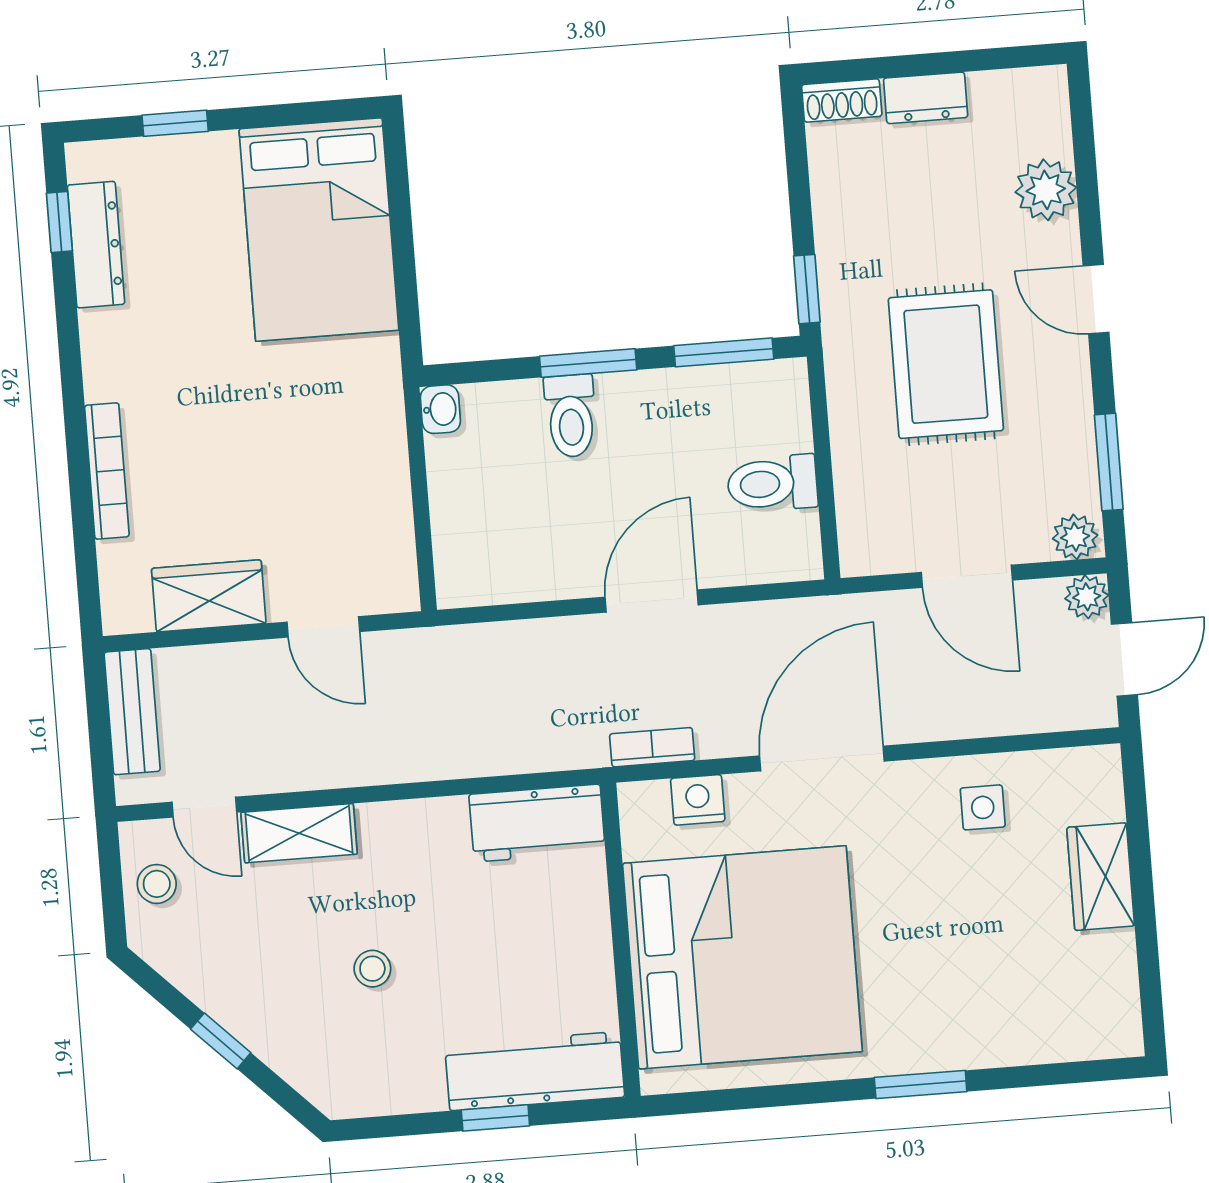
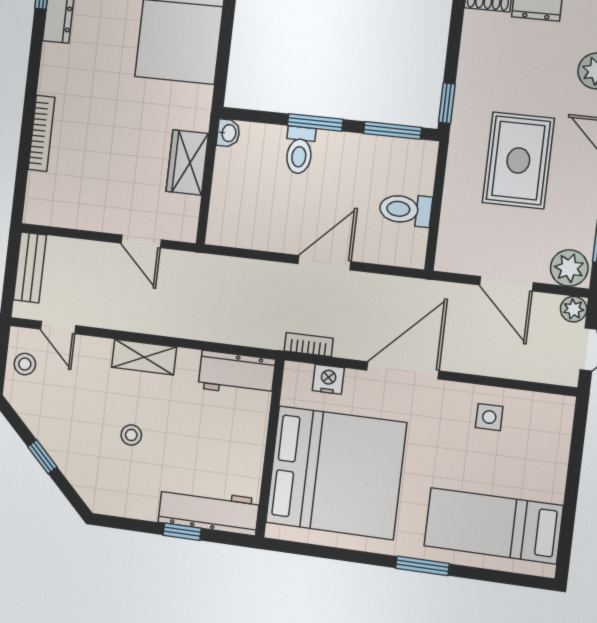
plant: (1075, 537) -> (569, 268), width x1.38, depth x1.38
wardrobe: (209, 596) -> (187, 162), moved, turned -90
shelving: (299, 833) -> (144, 357), moved
wardrobe: (1101, 877) -> (550, 471), removed
bed: (1026, 990) -> (493, 526), added

